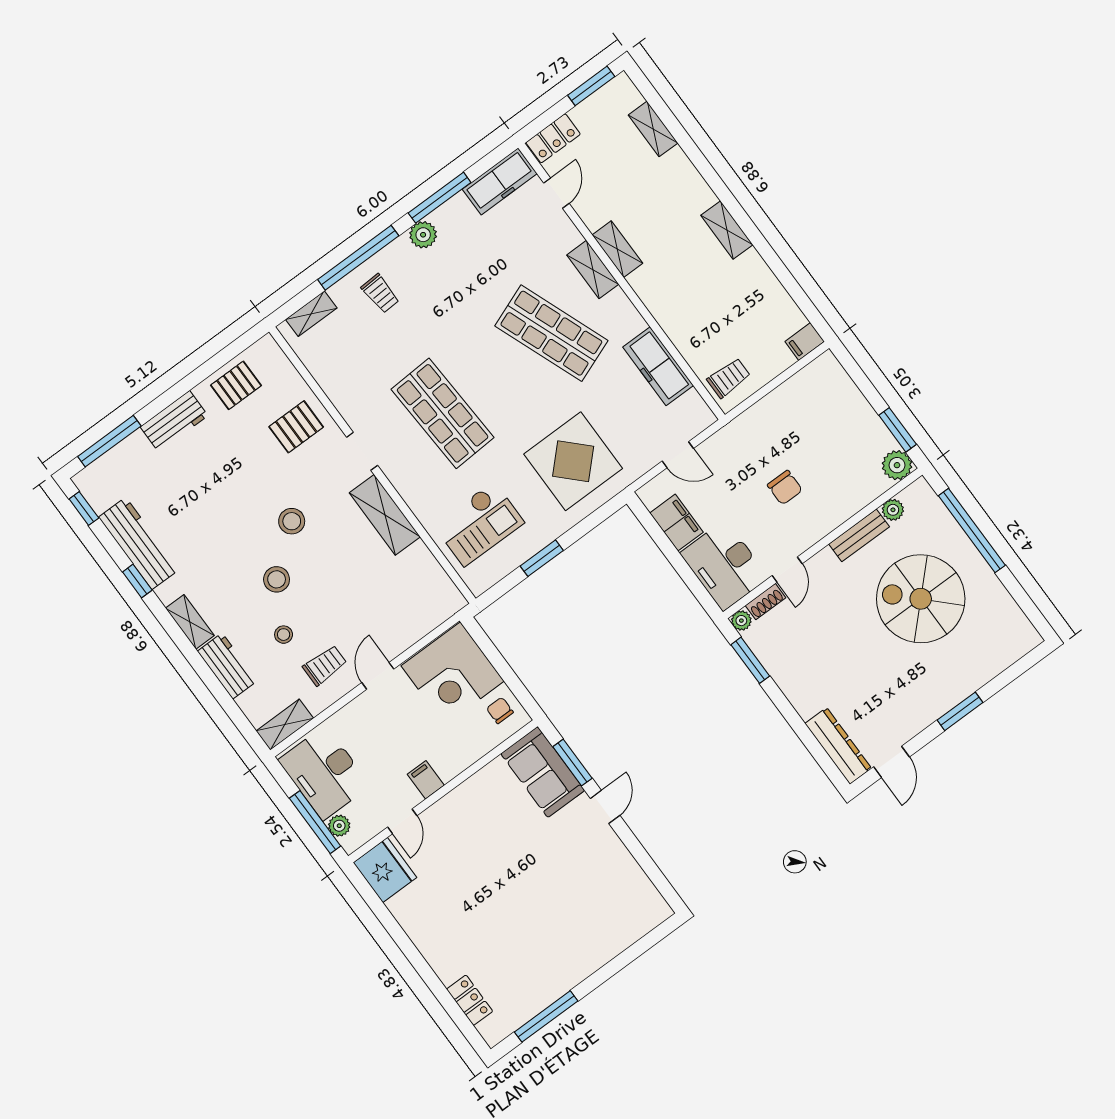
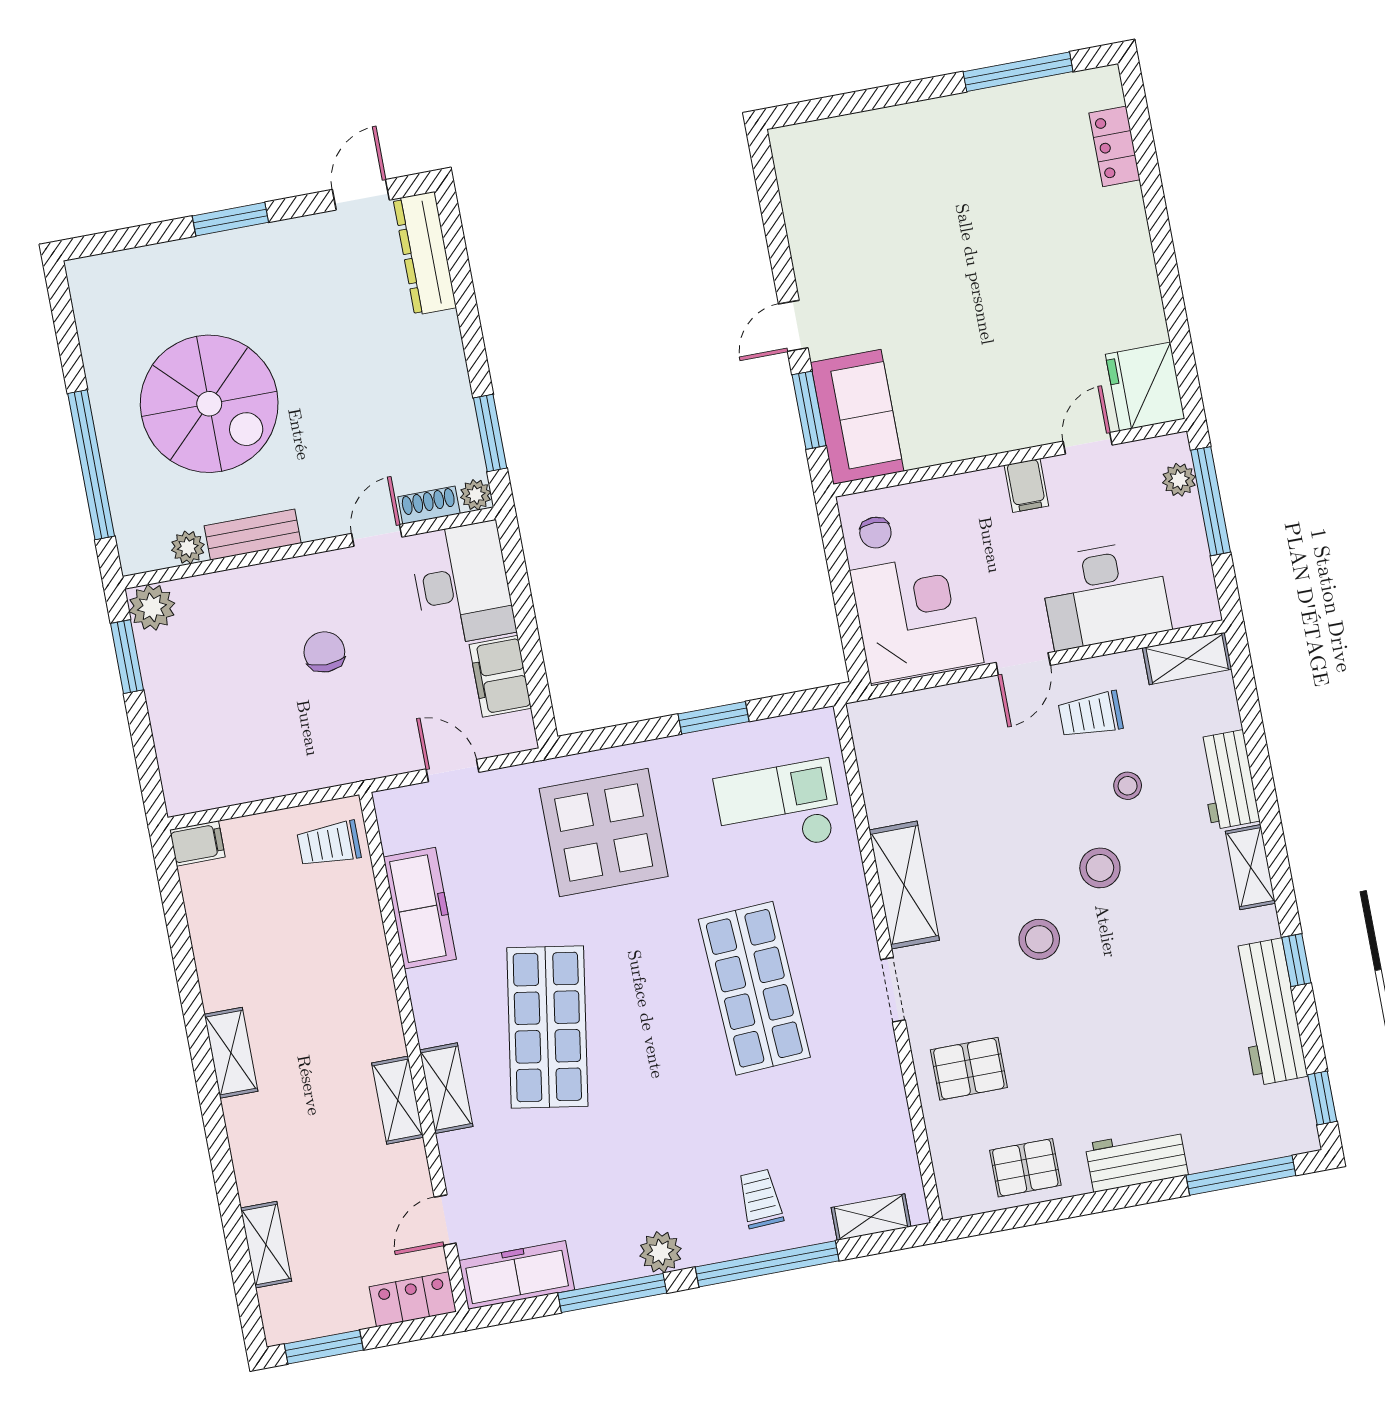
shop shelf: (551, 333) -> (547, 1027), turned 30
desk: (324, 773) -> (1105, 595), moved, turned 90

